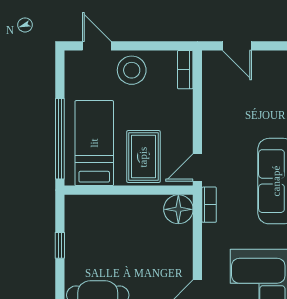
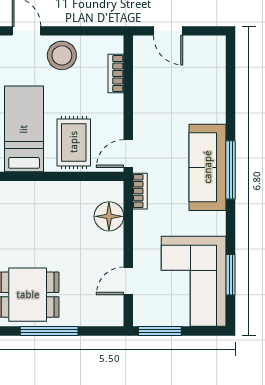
bookcase: (185, 70) -> (116, 73), moved
floor lamp: (178, 209) -> (109, 216), moved

